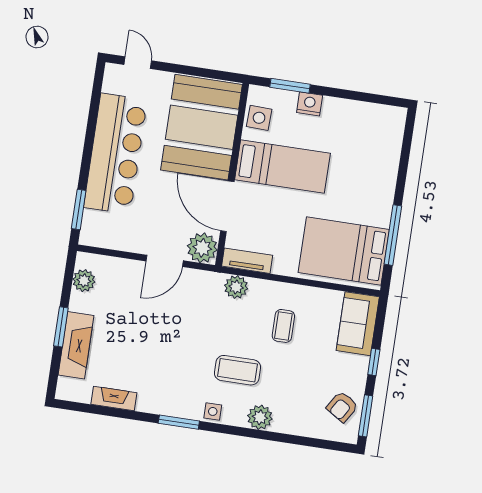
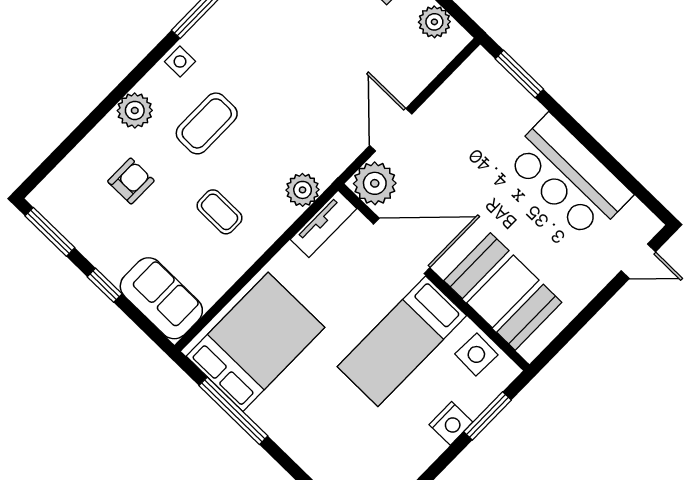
booth: (202, 127) -> (503, 291), width x0.73, depth x0.70
bar counter: (115, 154) -> (569, 177), width x0.73
armchair: (342, 407) -> (131, 181), moved, turned 58

